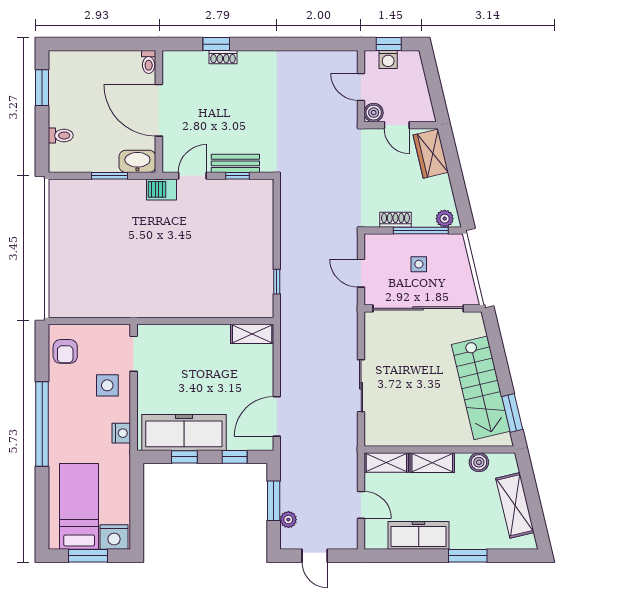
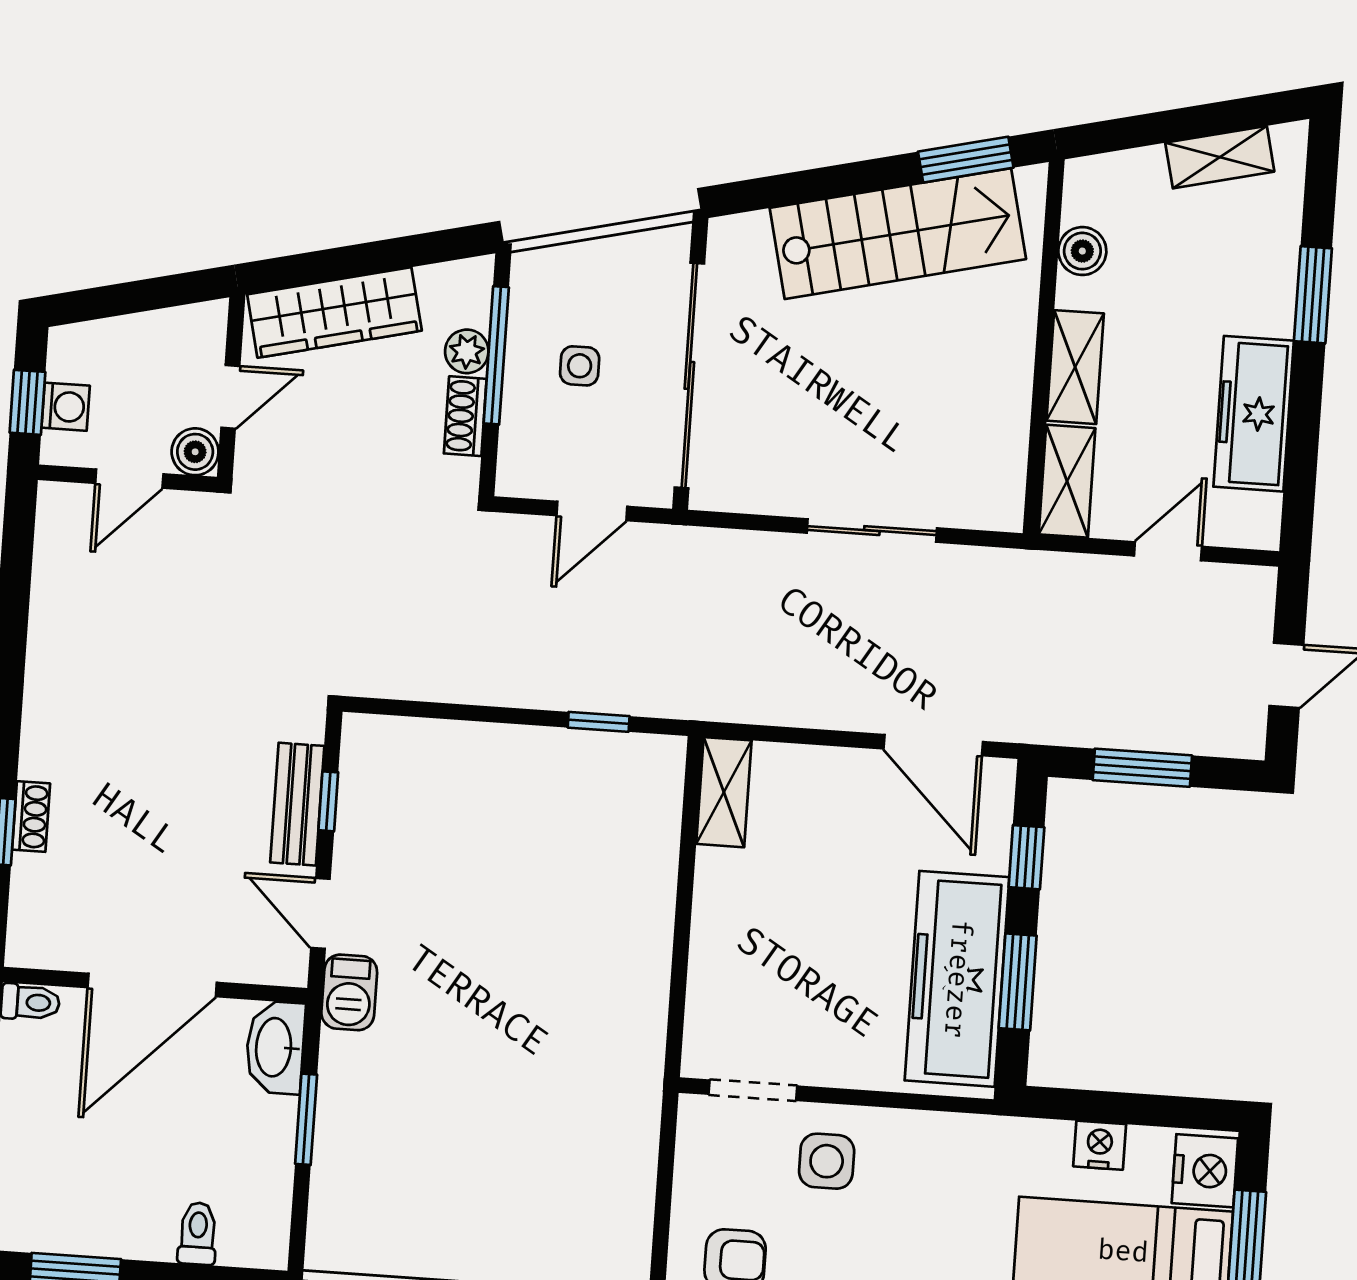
wardrobe: (431, 154) -> (334, 312), width x1.50
plant: (445, 219) -> (467, 351), moved
nightstand: (121, 433) -> (1100, 1145), moved
window: (184, 457) -> (1018, 982), width x1.50
shelving: (515, 505) -> (1220, 157), width x0.67, depth x0.75
plant: (288, 520) -> (1192, 735), removed

